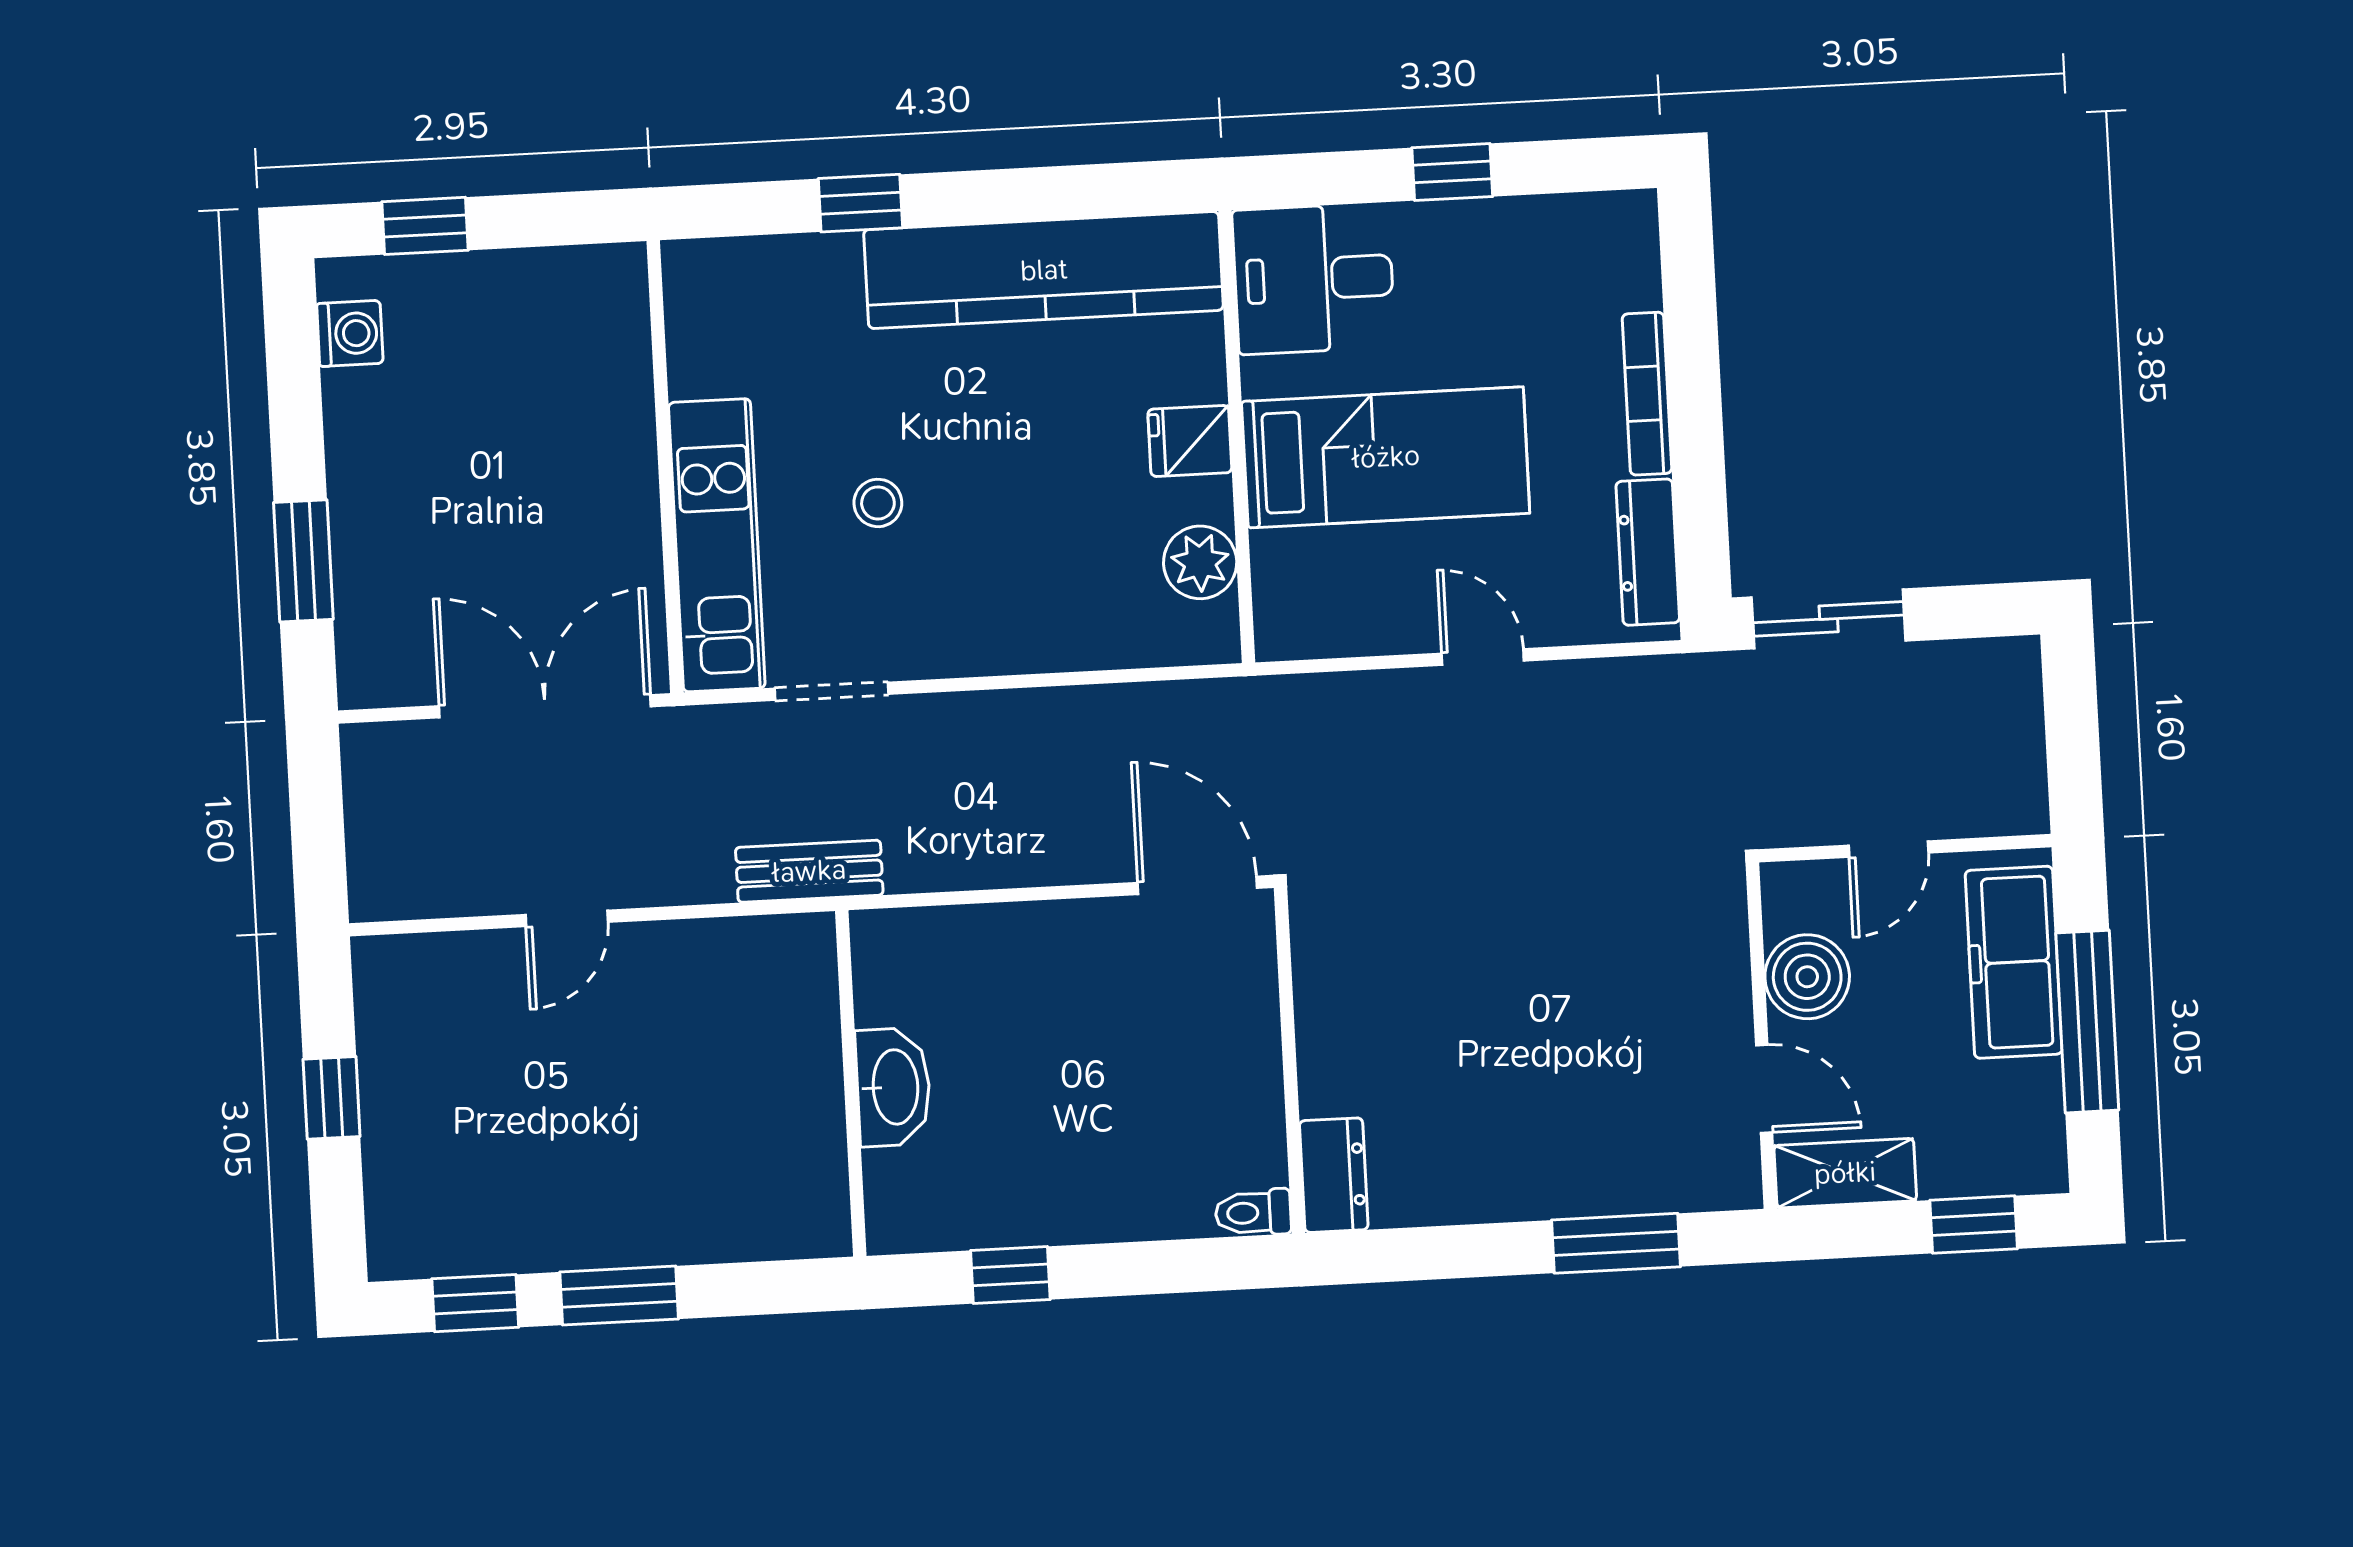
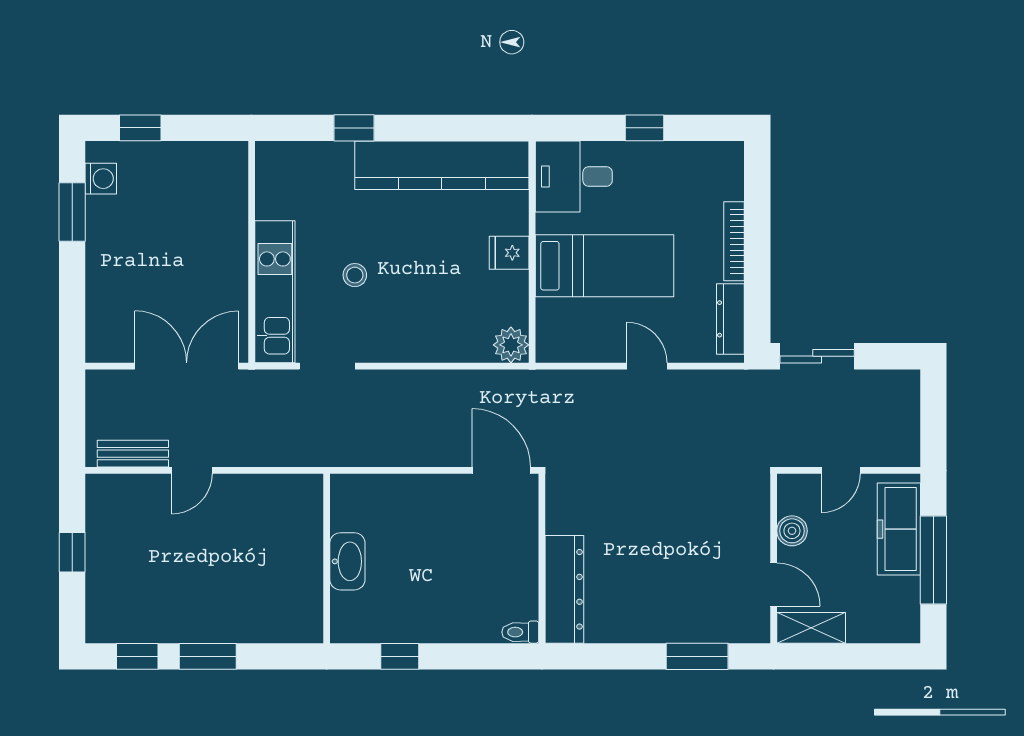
window: (303, 561) -> (72, 212), moved
plant: (1200, 562) -> (511, 345), moved
bench: (809, 871) -> (133, 454), moved
boiler: (1807, 977) -> (792, 531), width x0.73, depth x0.73
dresser: (1334, 1175) -> (564, 589), width x1.96, depth x1.24
window: (1974, 1225) -> (873, 656), removed

